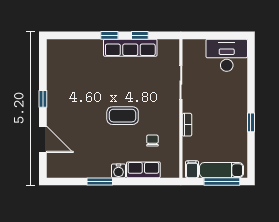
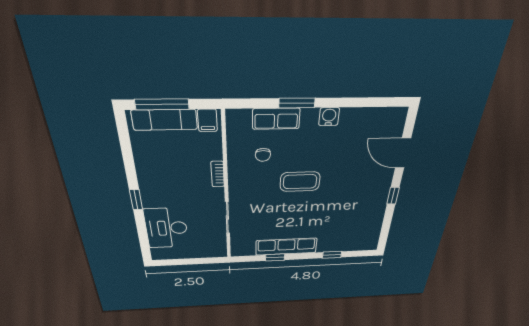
window: (109, 35) -> (332, 255), moved
desk: (227, 55) -> (166, 228), moved, turned 90
window: (251, 122) -> (136, 200), moved
water cooler: (118, 171) -> (329, 117), moved
window: (100, 181) -> (297, 103), moved

